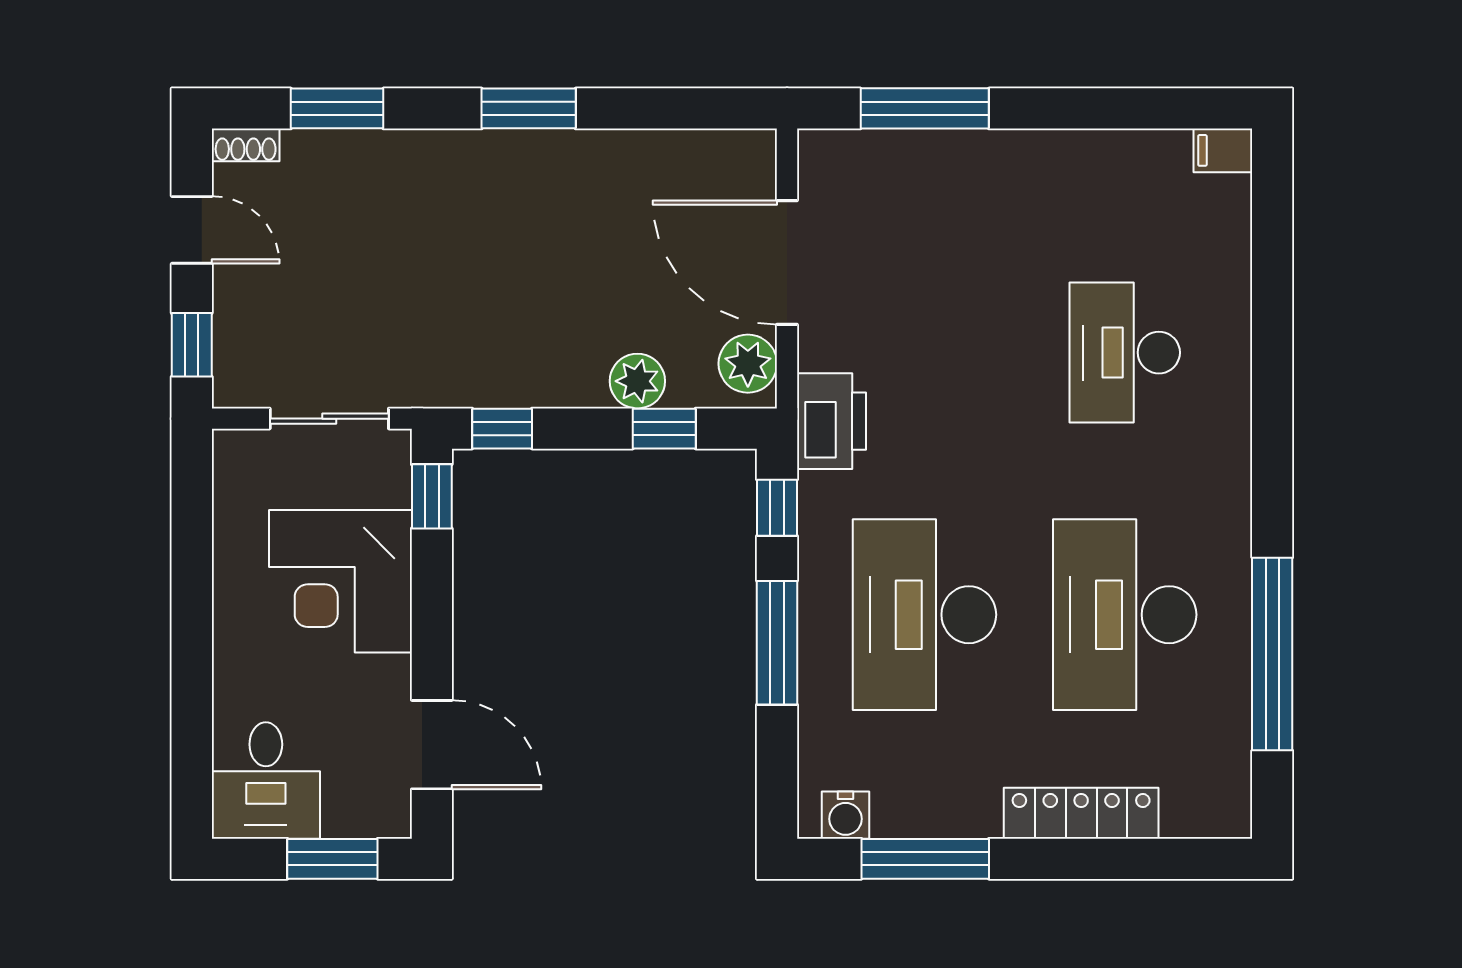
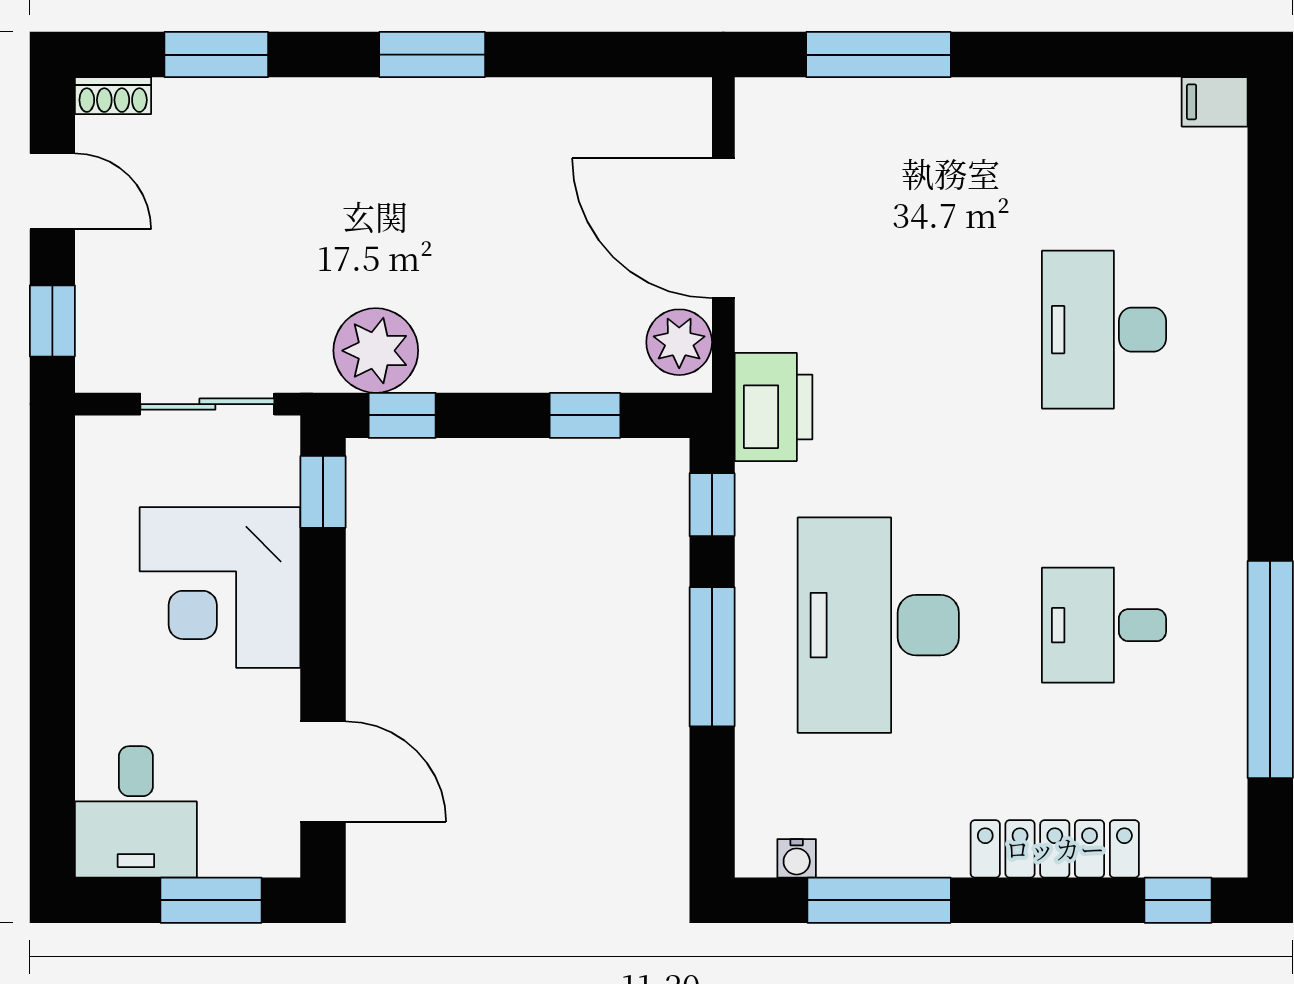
plant: (637, 381) -> (376, 351), moved, width x1.36, depth x1.36
desk: (1125, 615) -> (1104, 625), width x0.53, depth x0.77
water cooler: (846, 815) -> (797, 858), width x0.72, depth x0.72
window: (1190, 859) -> (1178, 900), added

